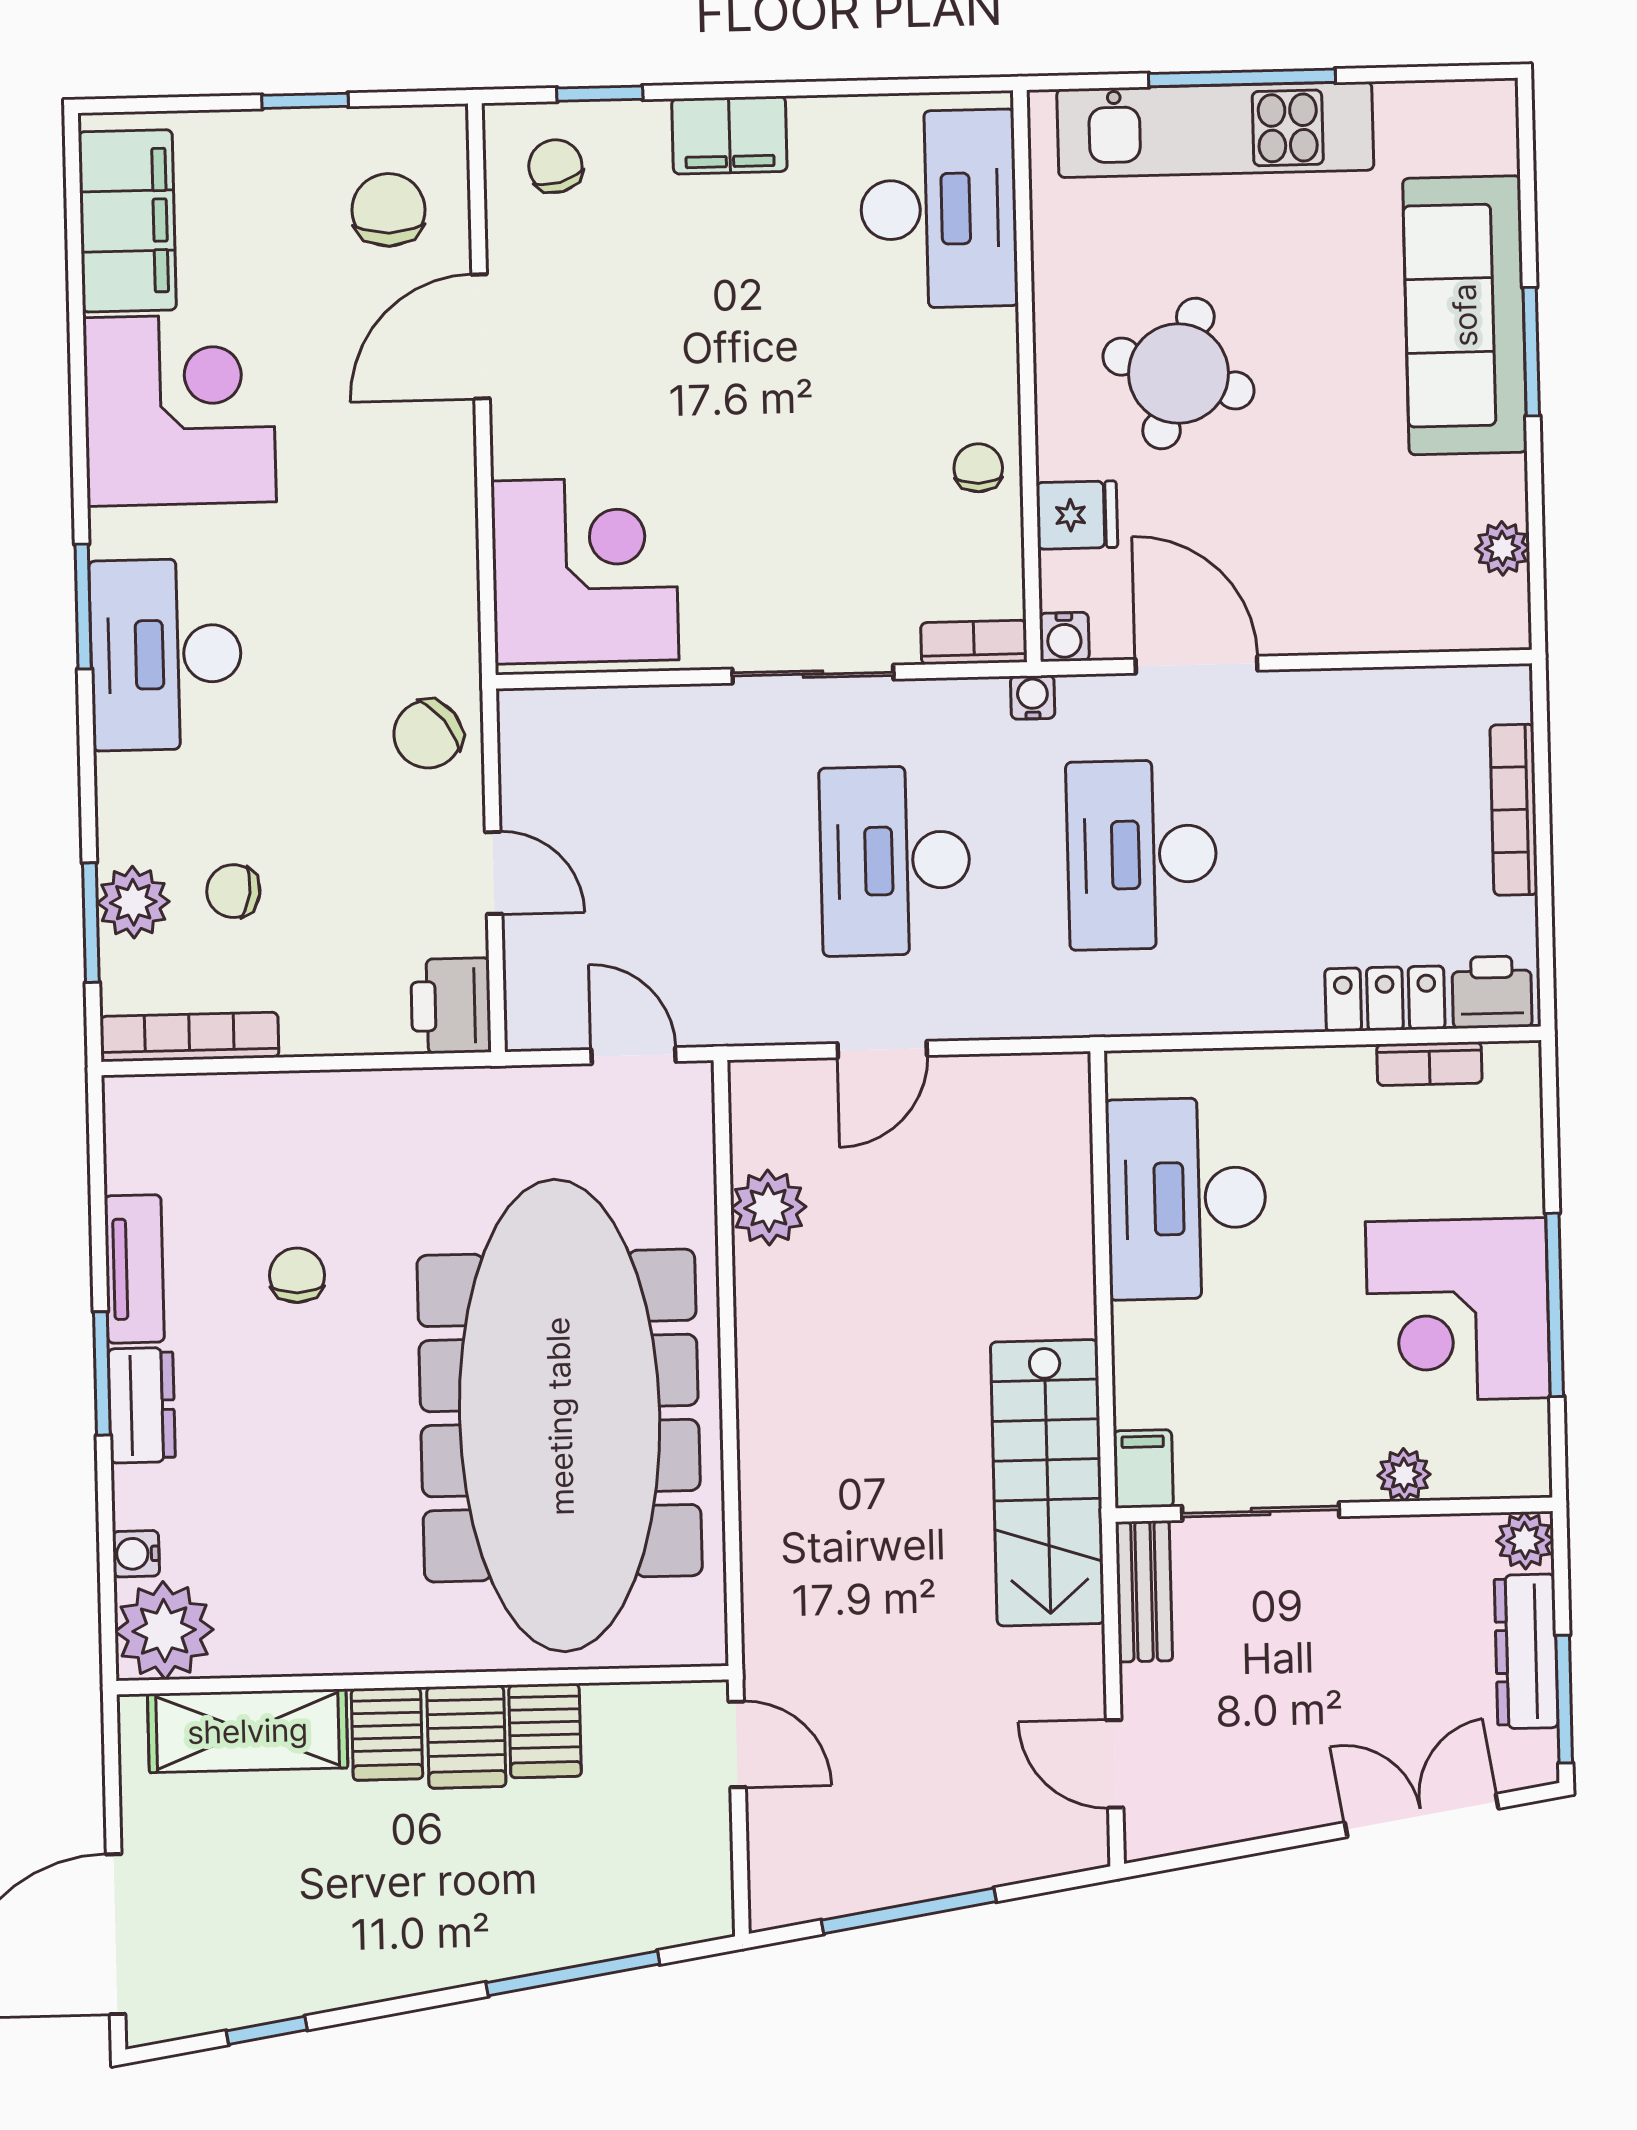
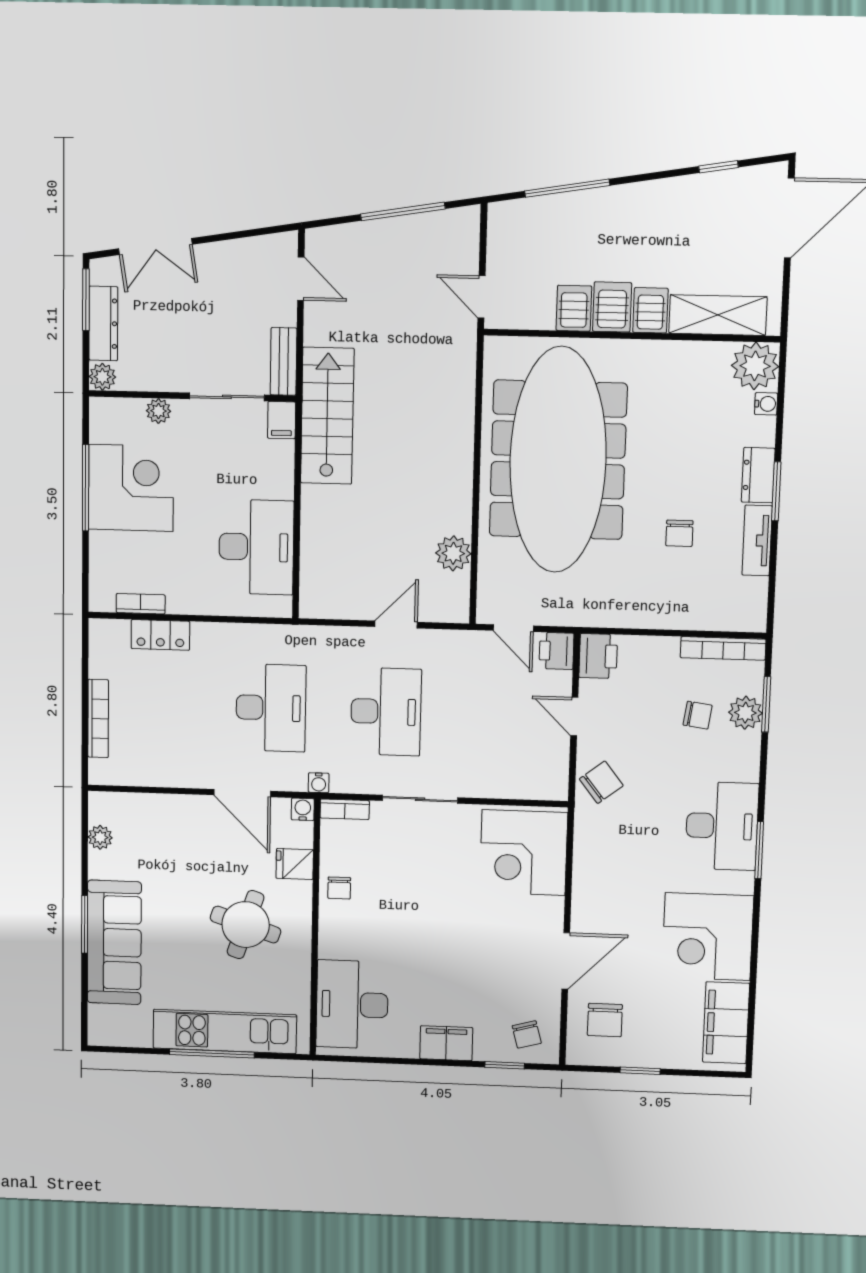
printer: (1492, 992) -> (556, 651), moved, turned 90

